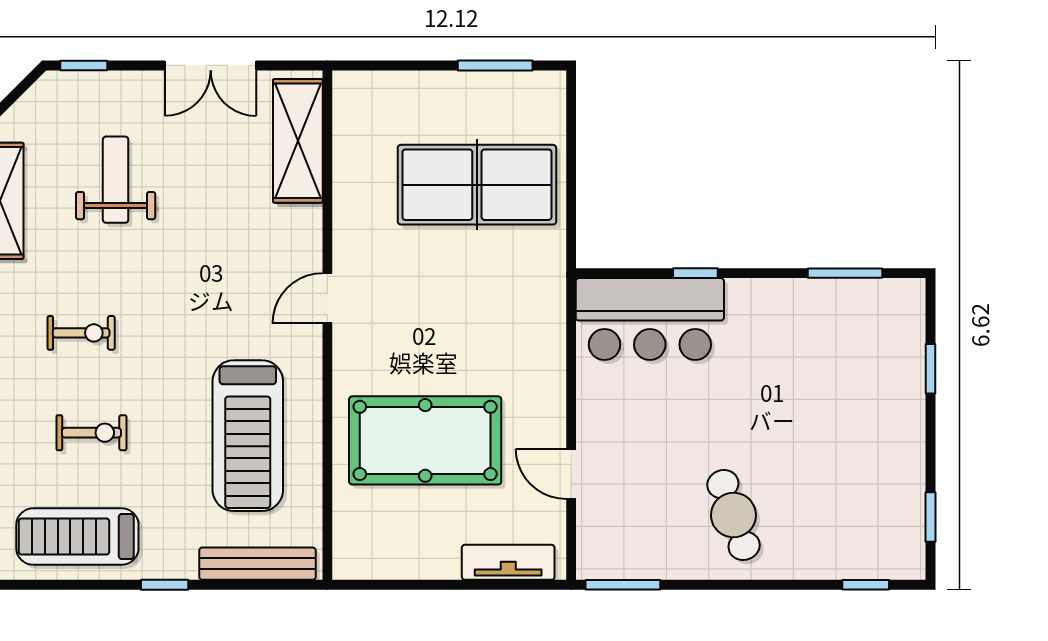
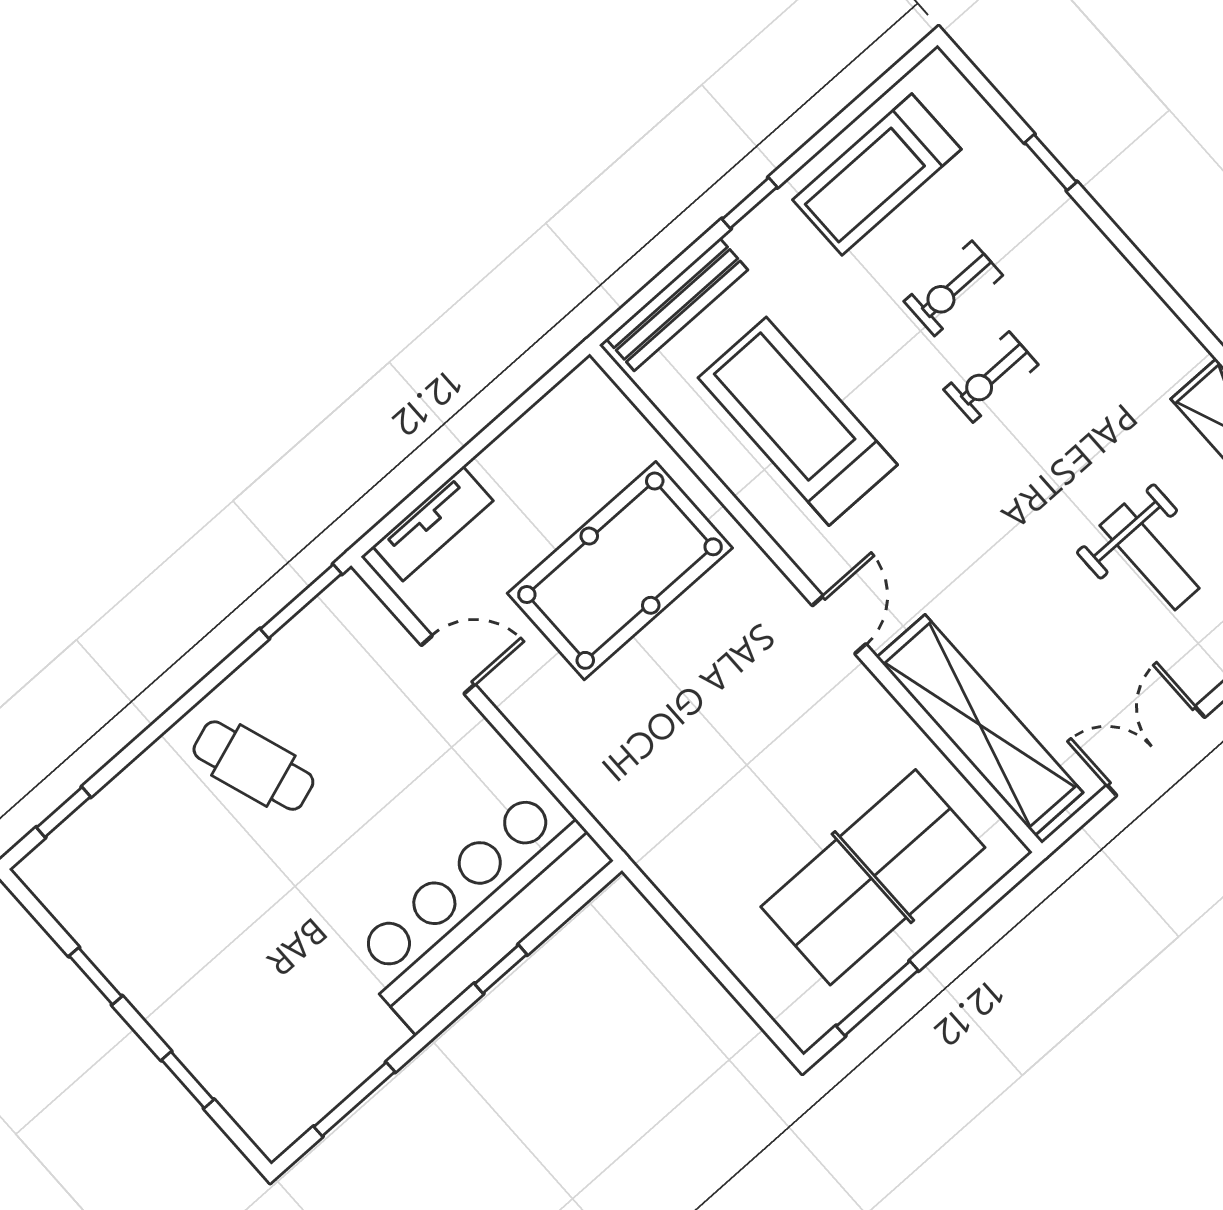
shelving: (298, 141) -> (980, 725), width x1.47
table tennis table: (477, 185) -> (873, 877), moved
bar counter: (650, 319) -> (479, 908), width x1.36
exercise bike: (81, 333) -> (991, 377), moved
window: (931, 517) -> (96, 976), moved
treadmill: (77, 536) -> (877, 174), turned 180

